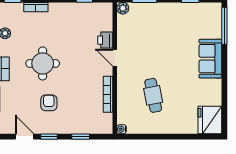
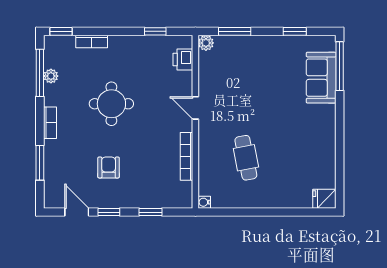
printer: (105, 40) -> (183, 59), moved
sofa: (210, 59) -> (321, 78), moved
round table: (43, 63) -> (111, 104), moved
fridge: (210, 120) -> (324, 199), width x0.53, depth x0.75

